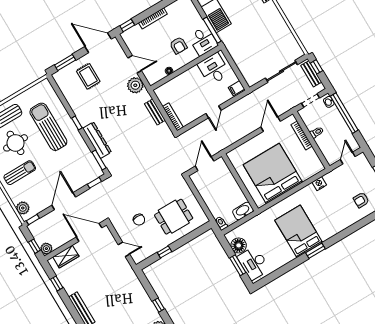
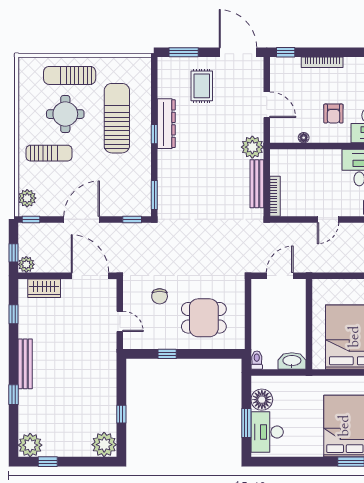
plant: (135, 85) -> (252, 147), moved
bench: (155, 112) -> (257, 184), width x1.36
dresser: (97, 140) -> (166, 124), moved

